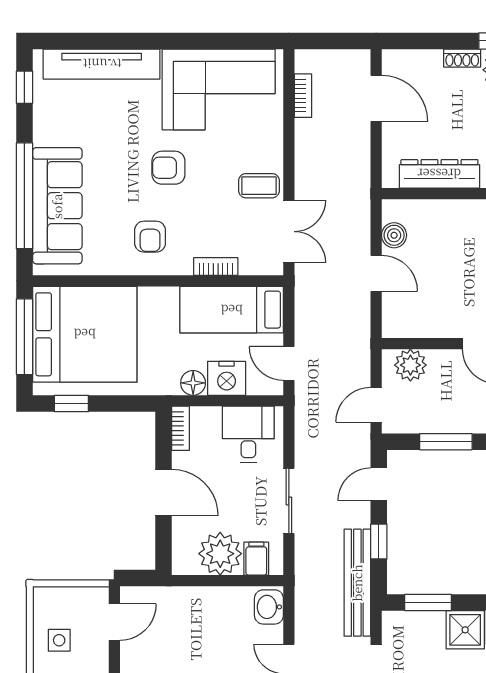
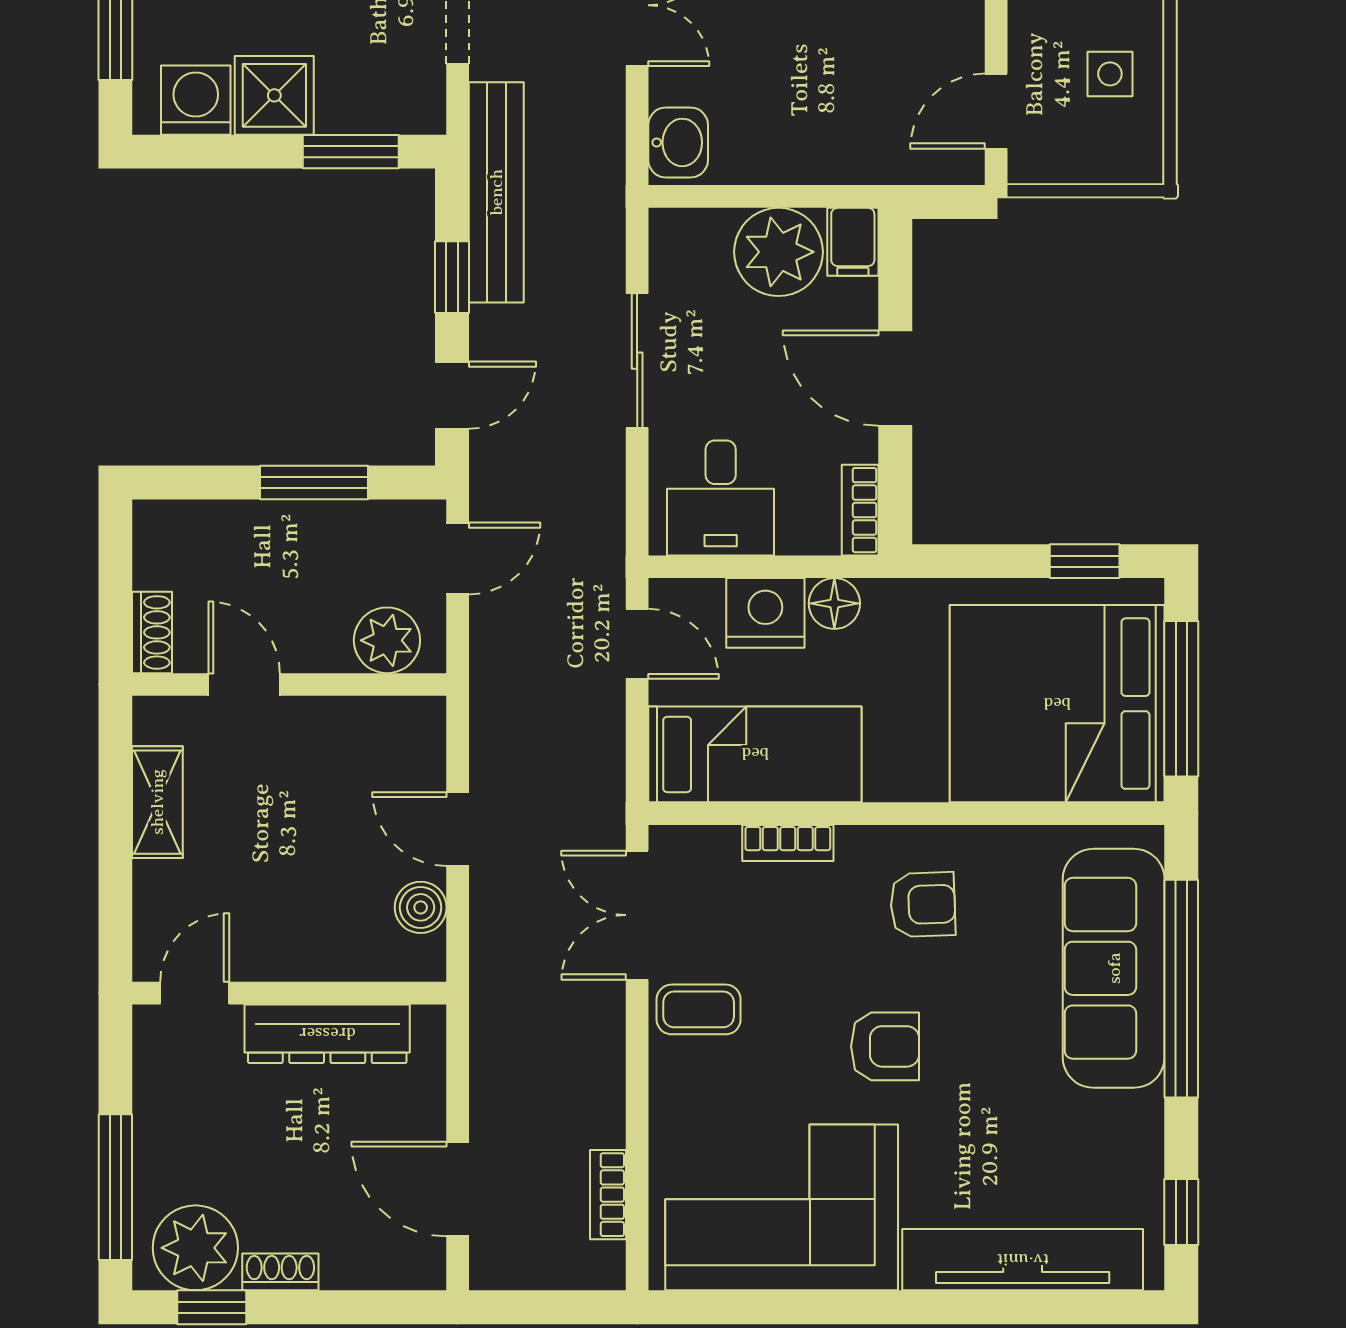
armchair: (150, 237) -> (923, 905), turned 88
filing cabinet: (256, 559) -> (853, 242), moved

